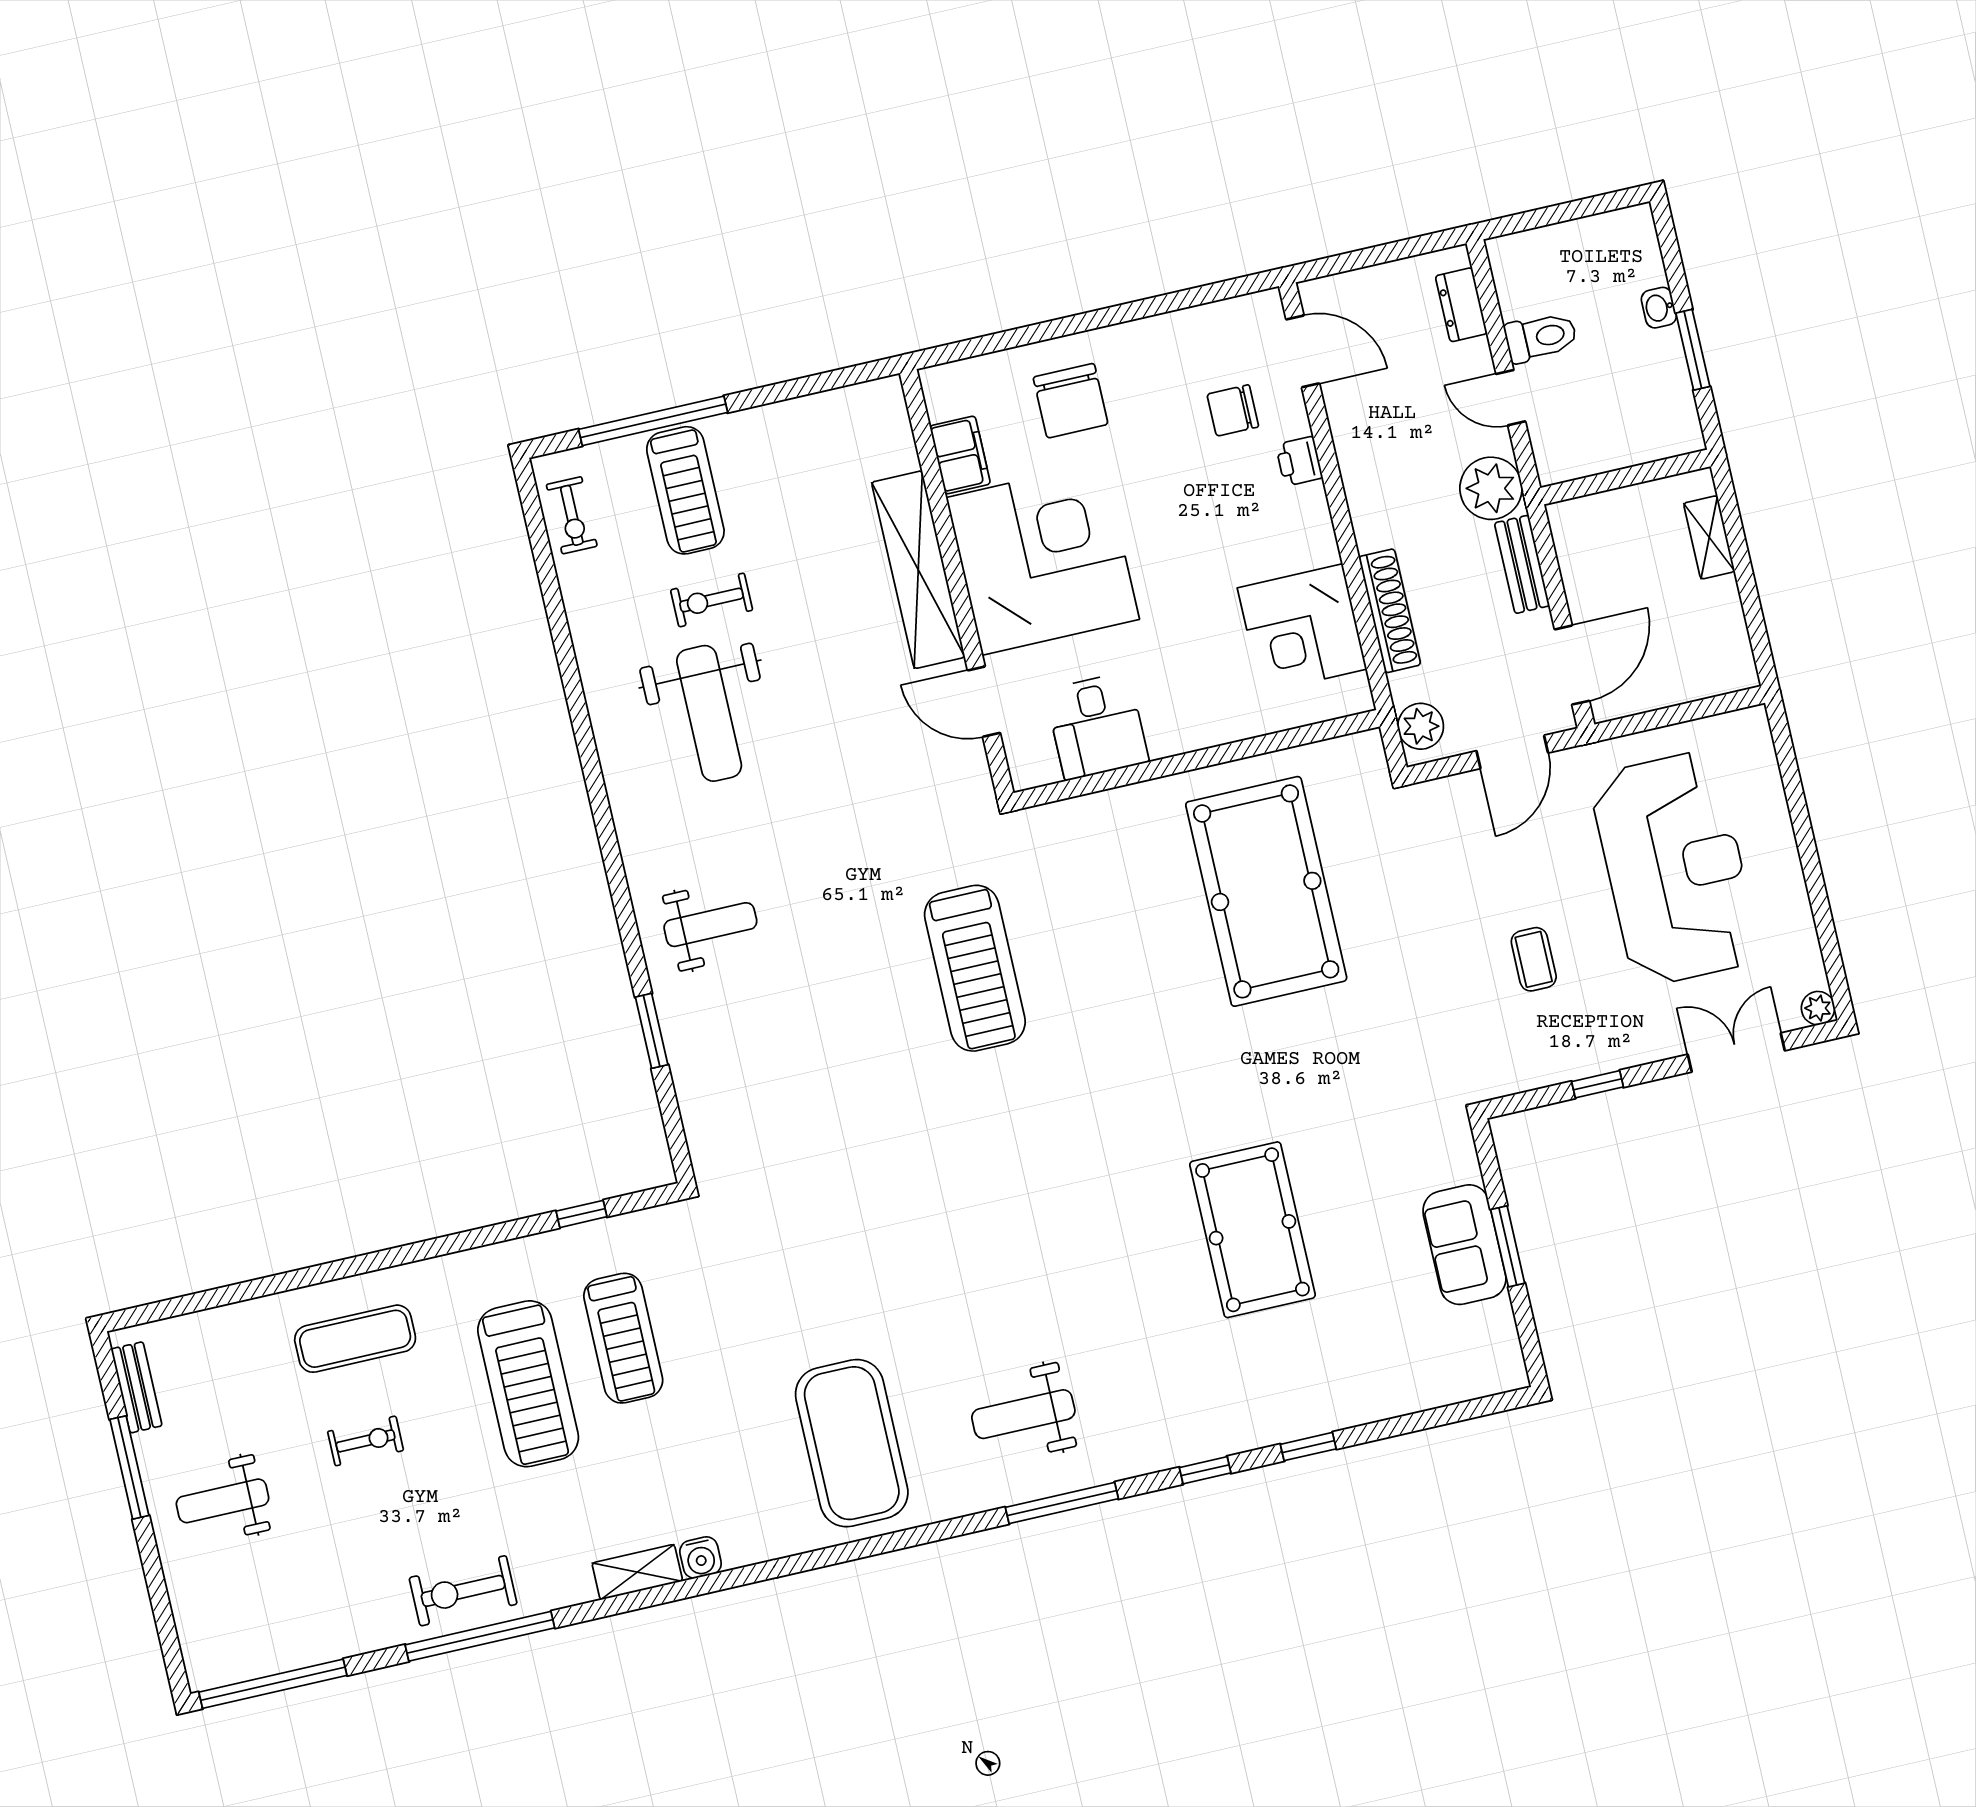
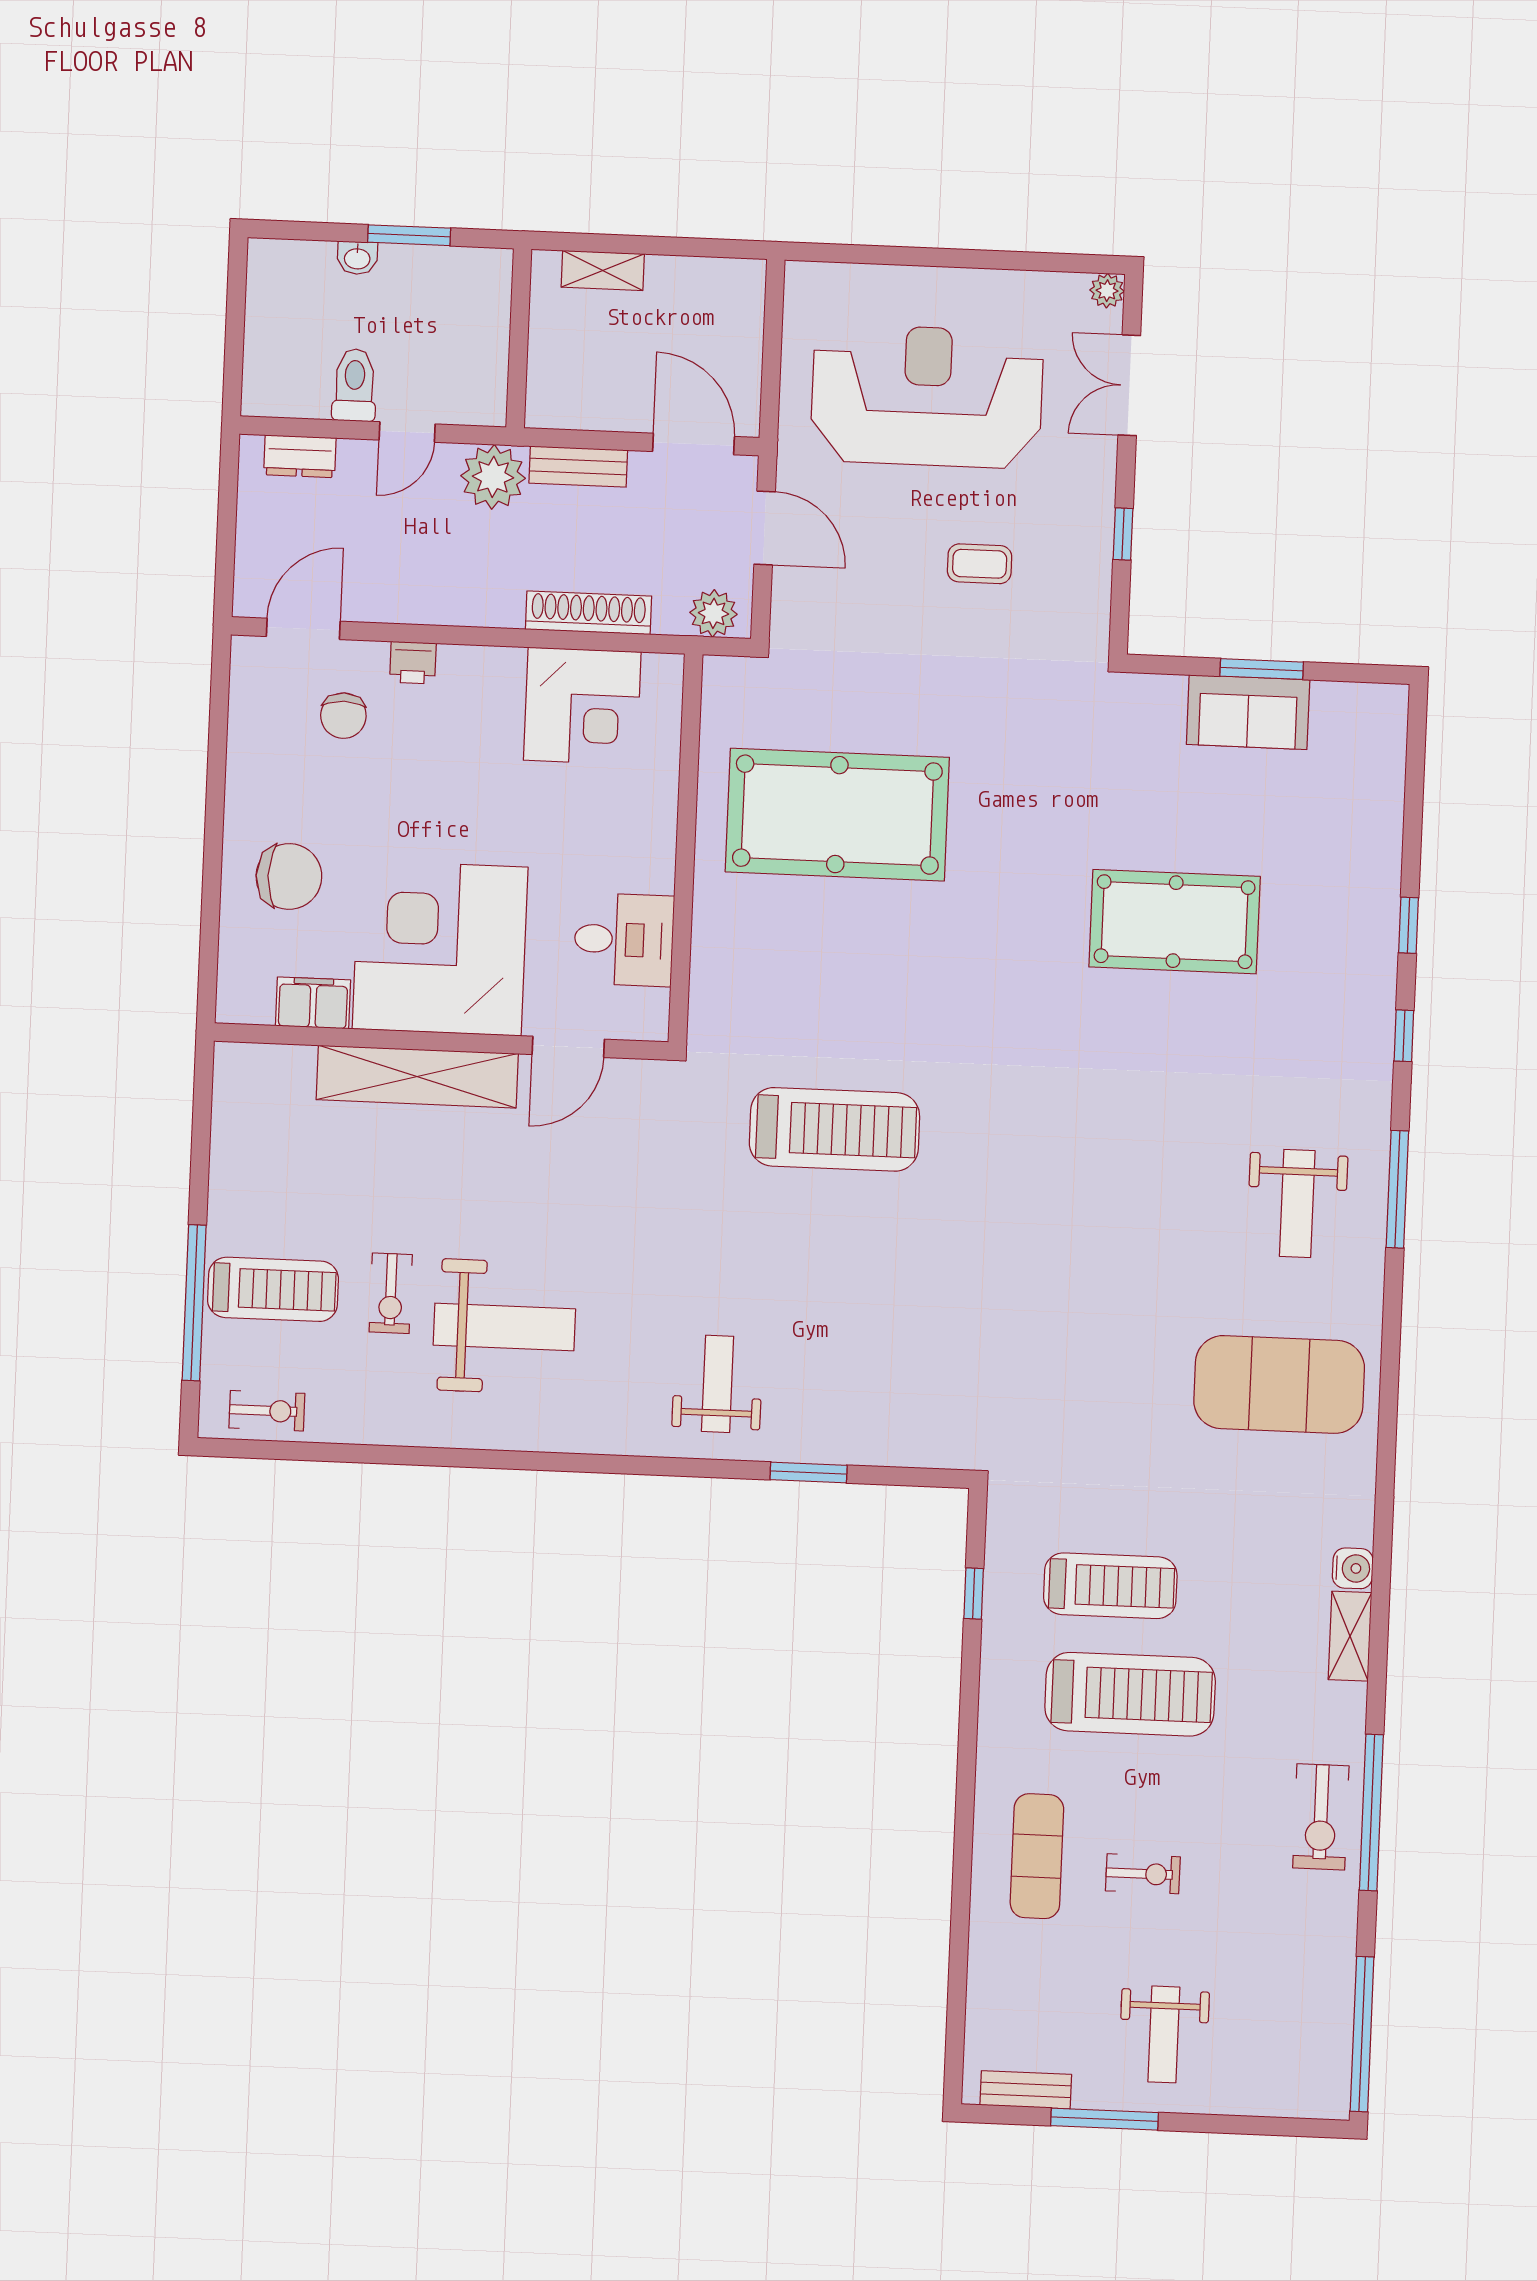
exercise bike: (366, 1441) -> (1143, 1874), turned 90

